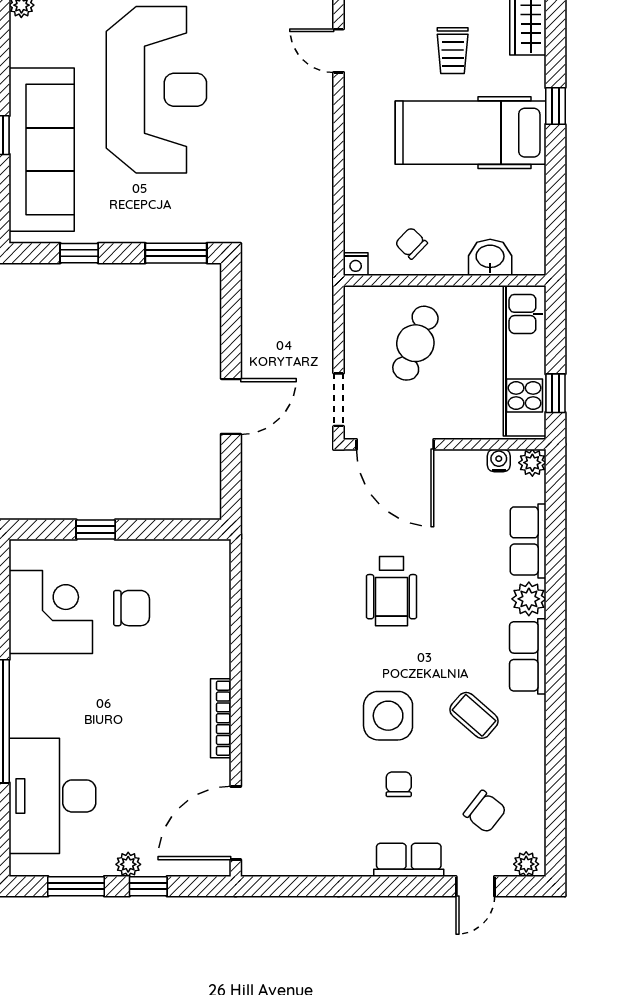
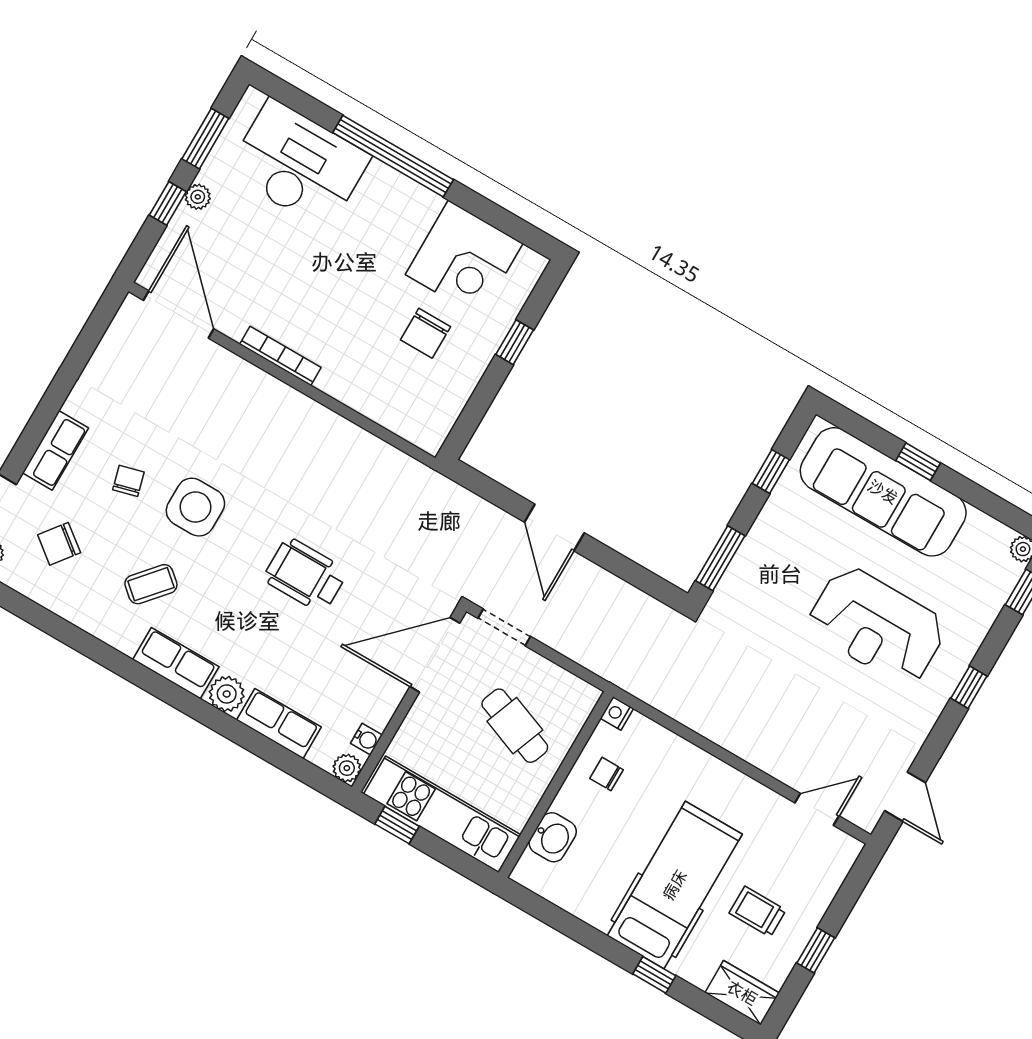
reception desk: (156, 90) -> (877, 626), width x0.74, depth x0.77
chair: (411, 243) -> (607, 774), turned -134
chair: (399, 784) -> (128, 481), turned -105

